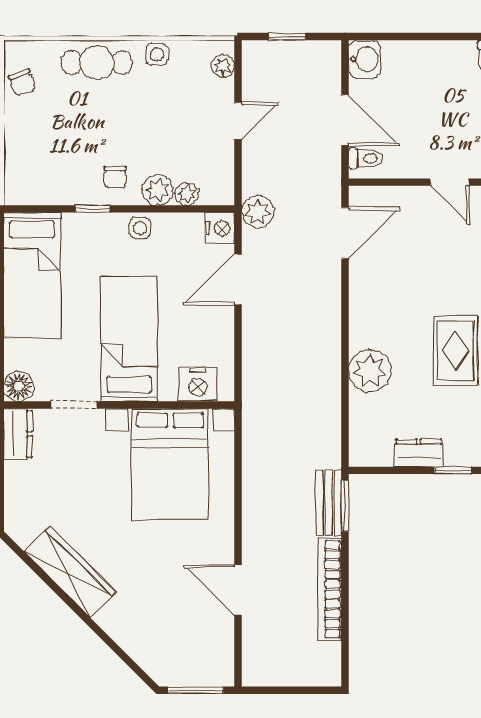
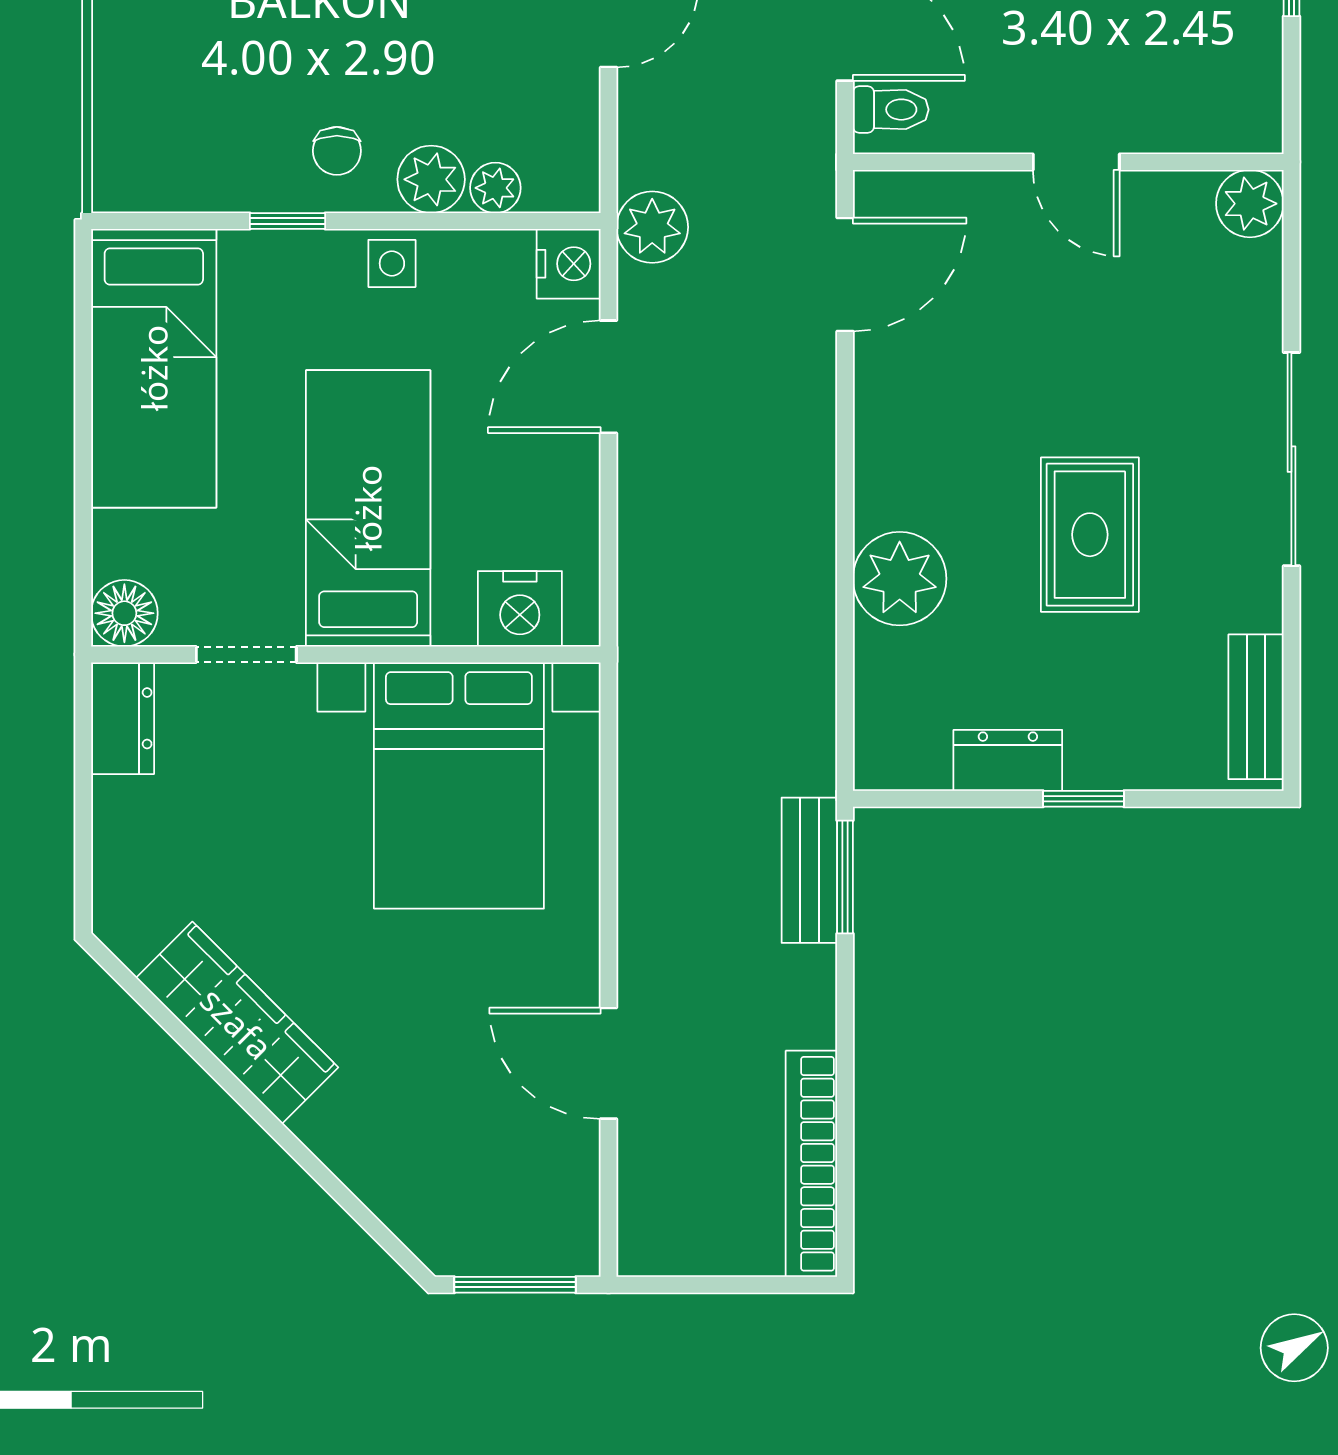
bookcase: (330, 589) -> (811, 1164), moved

